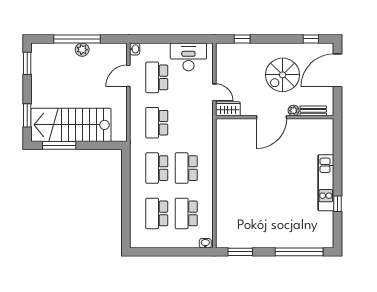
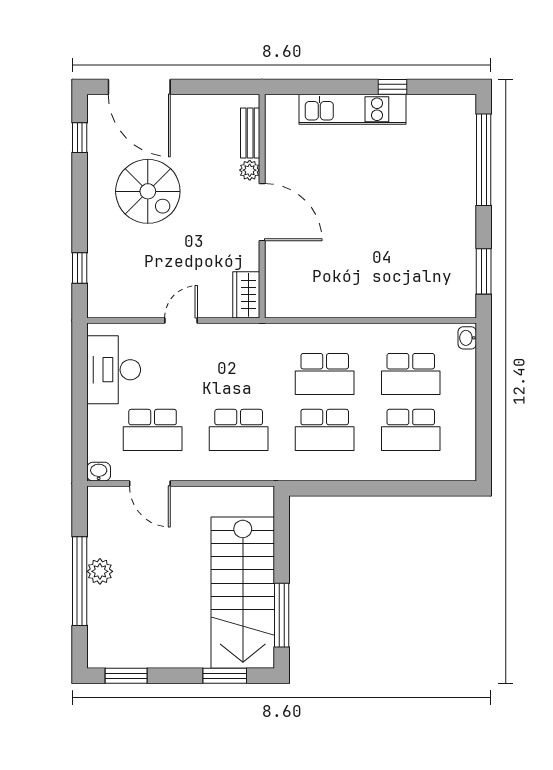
wardrobe: (228, 109) -> (246, 295), moved
plant: (294, 111) -> (250, 170), moved
bench: (313, 111) -> (250, 133), moved
door: (272, 117) -> (262, 212), moved
wall: (275, 117) -> (262, 206), moved

